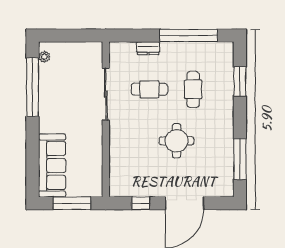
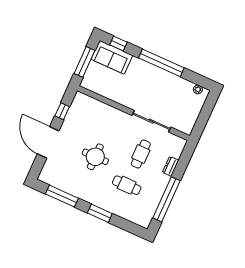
window: (240, 81) -> (100, 213), moved
window: (33, 87) -> (161, 63), moved
sofa: (52, 165) -> (112, 57), width x0.73
window: (33, 173) -> (118, 43), added

